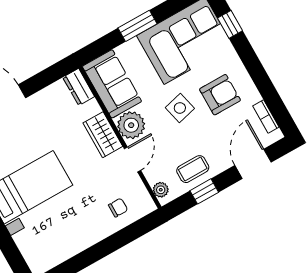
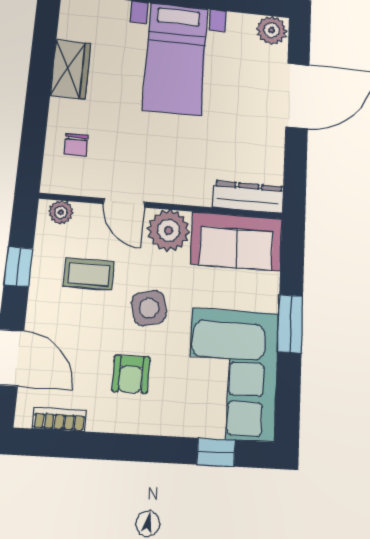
dresser: (79, 87) -> (248, 197), width x1.44
armchair: (220, 95) -> (131, 374), width x0.72, depth x0.72
wardrobe: (103, 135) -> (70, 69), moved, turned 90
coffee table: (193, 169) -> (89, 274), moved, turned 90

